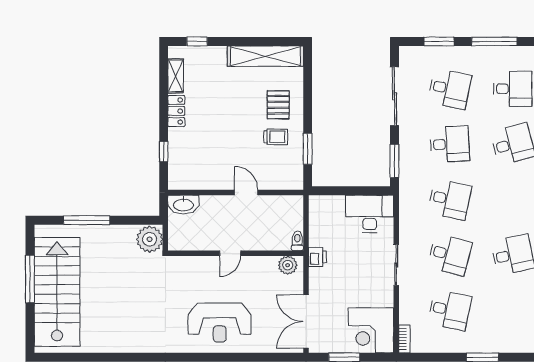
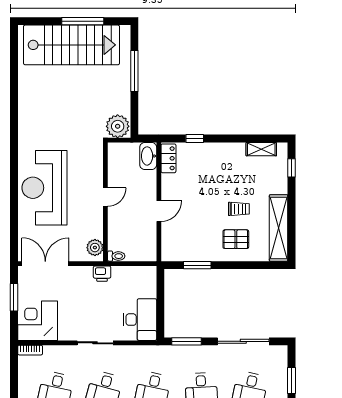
locker: (176, 111) -> (168, 158), moved, turned -90
trolley: (276, 137) -> (239, 209), moved, turned -90
door: (230, 253) -> (105, 197), swing flipped
reception desk: (220, 323) -> (44, 188), width x1.36, depth x1.30

